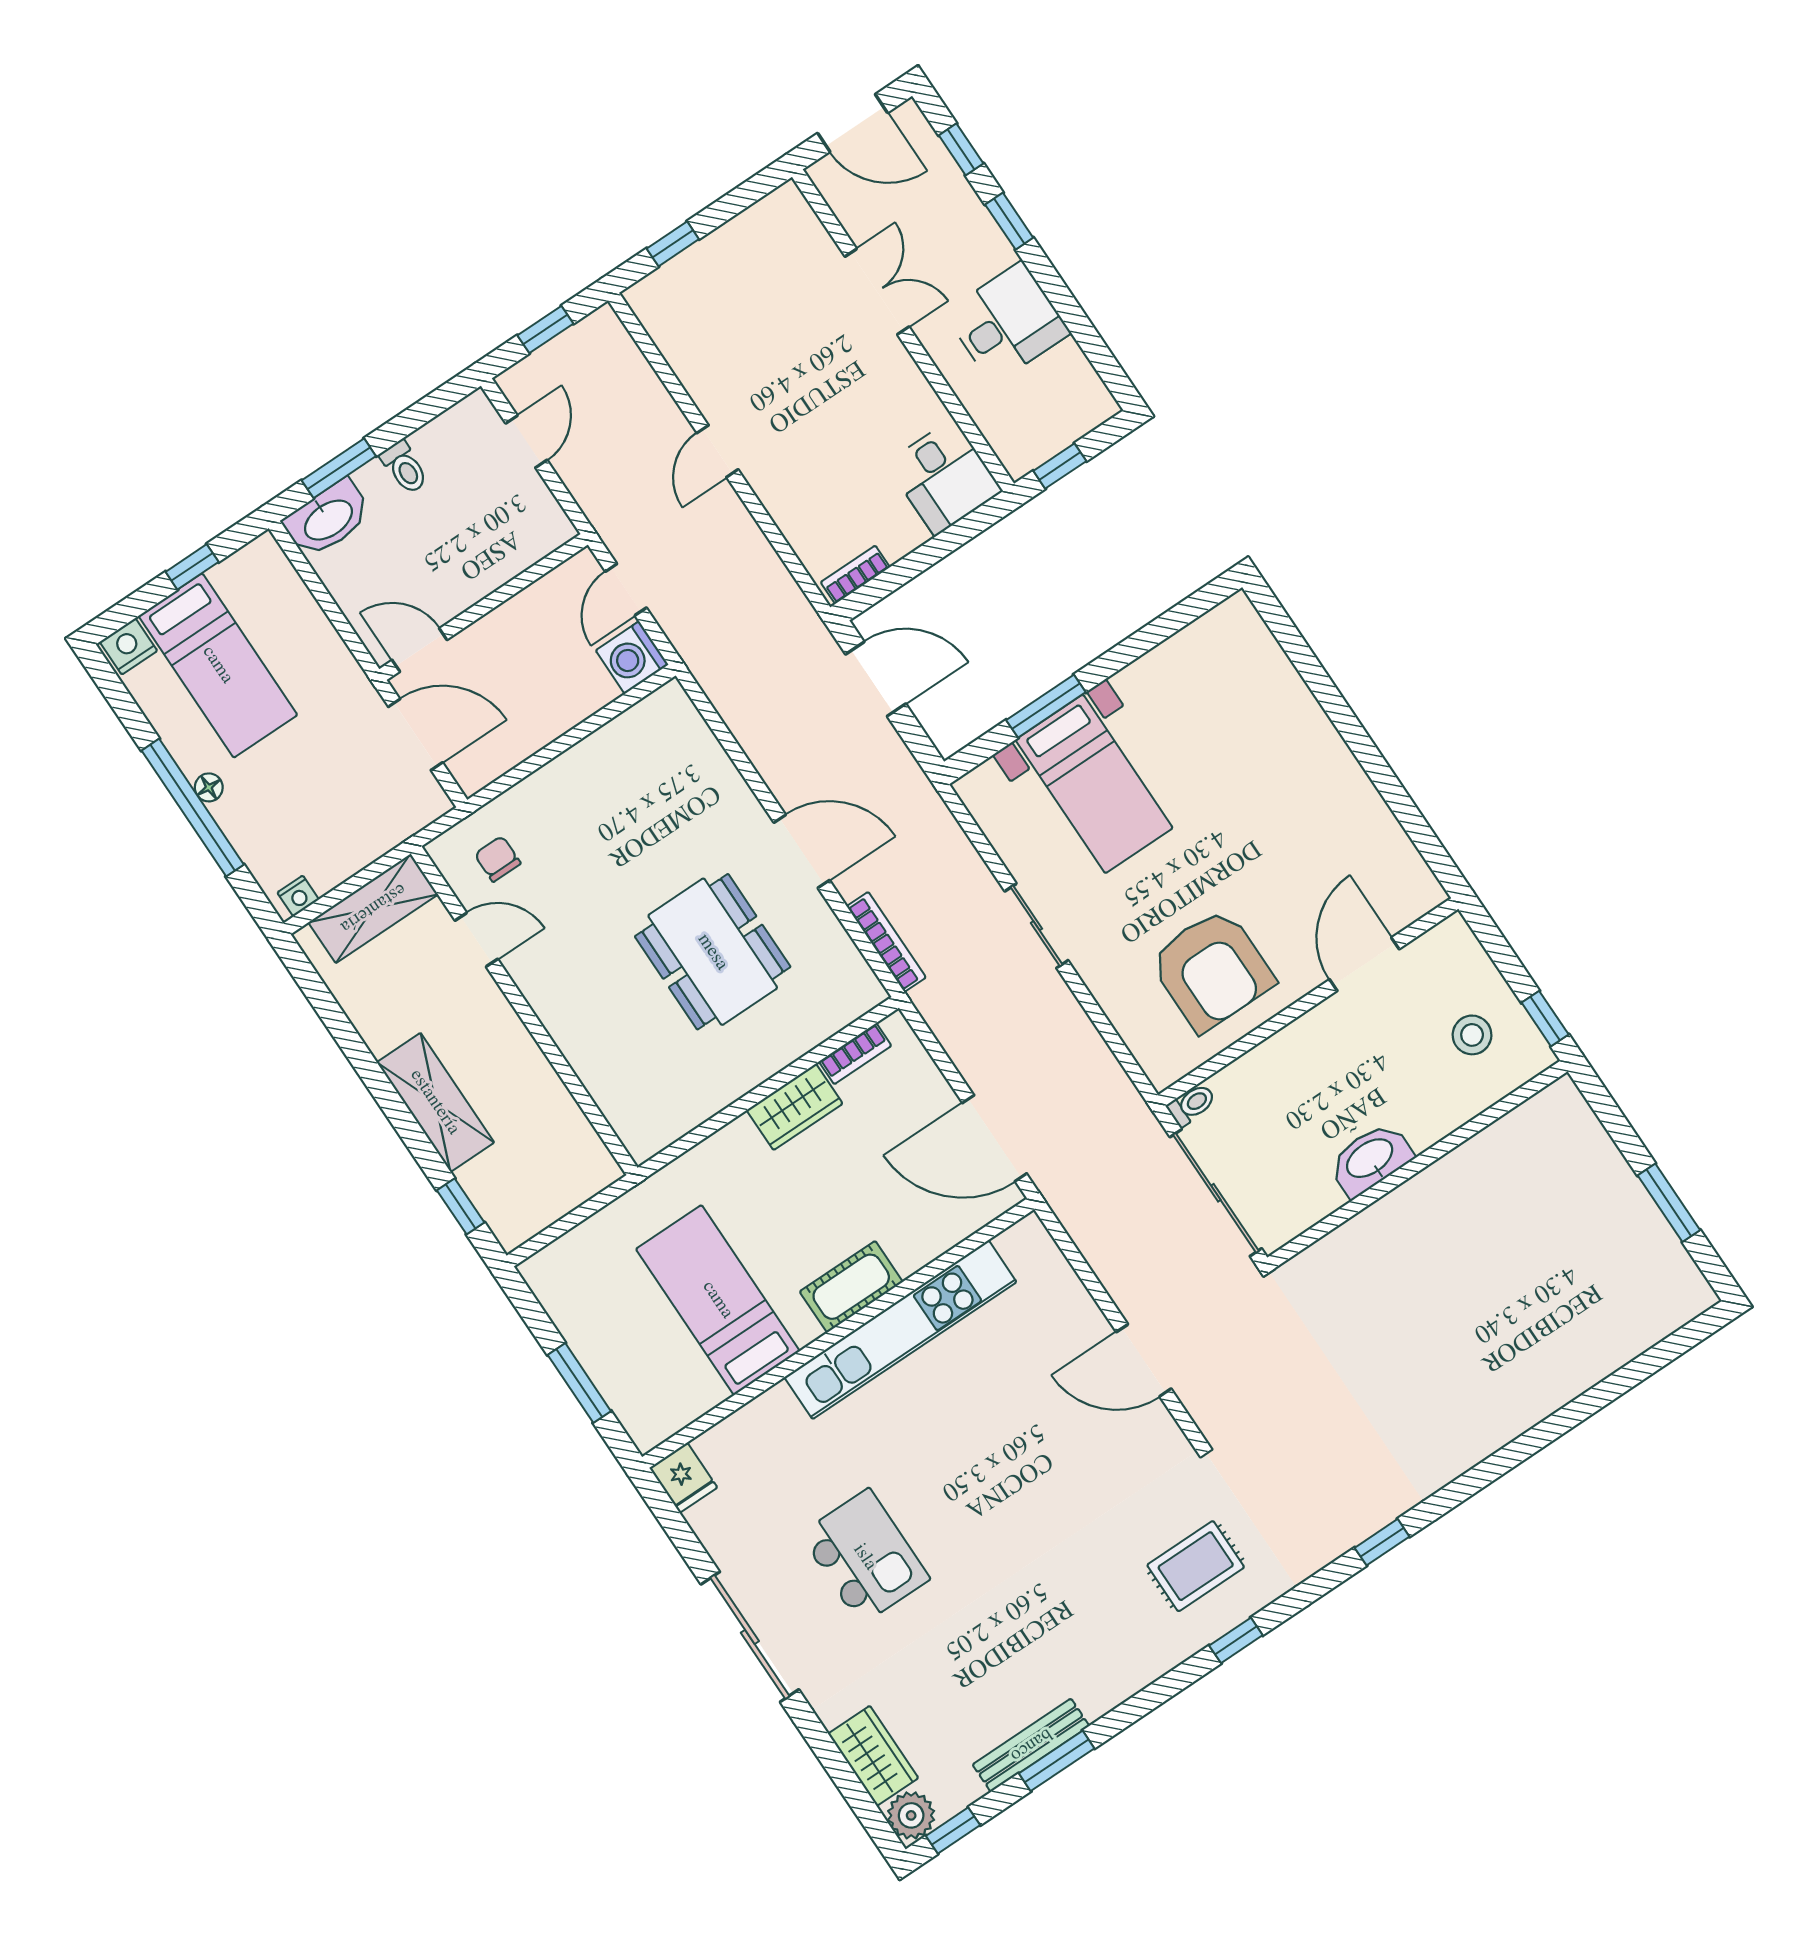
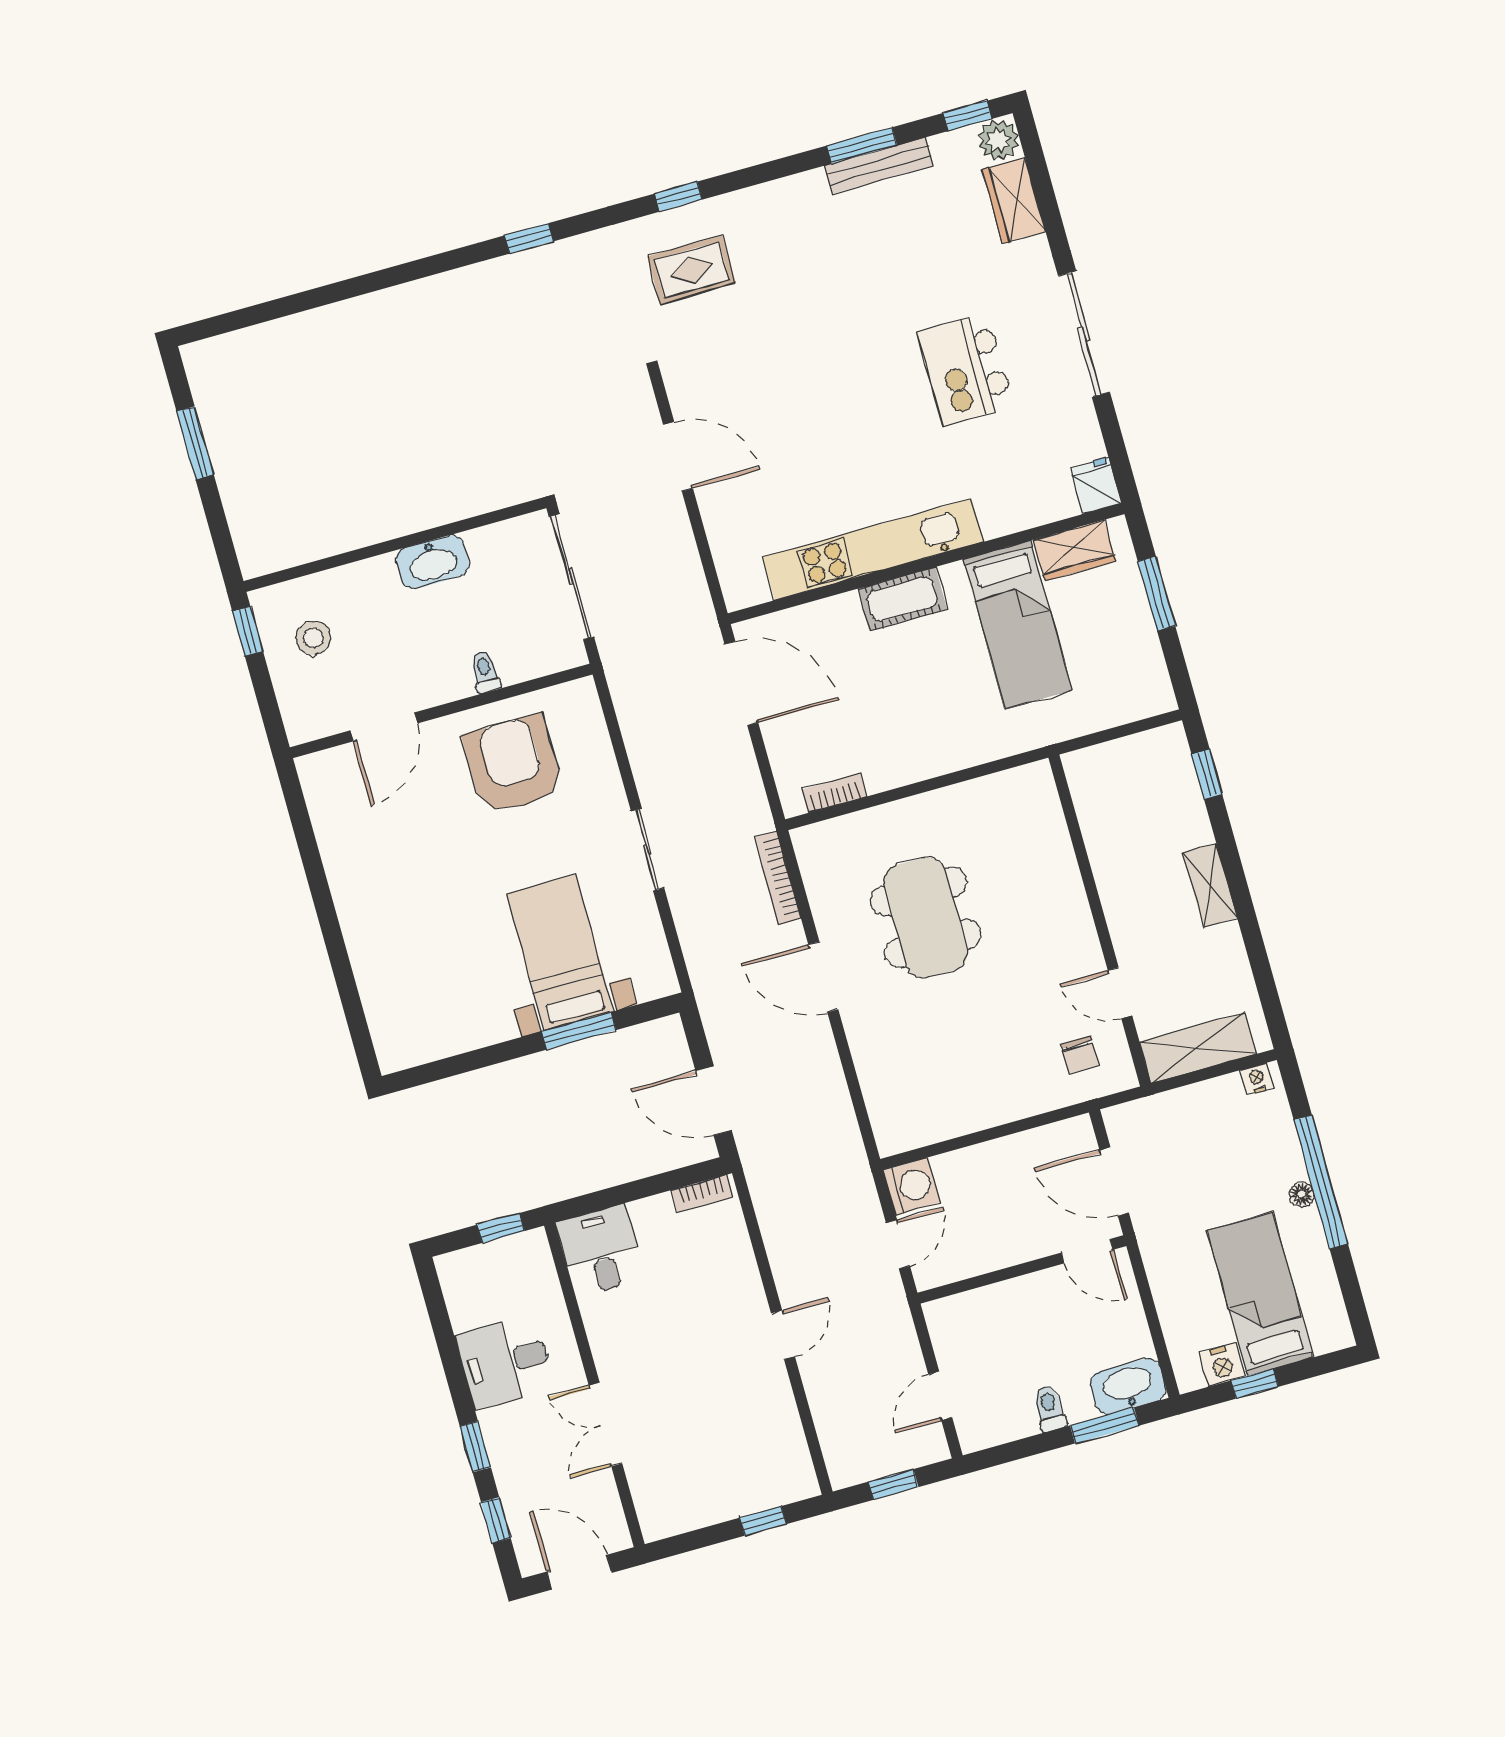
nightstand: (129, 646) -> (1222, 1365), moved
shelving: (435, 1102) -> (1210, 885), width x0.67, depth x0.75
toilet: (1192, 1105) -> (485, 672), moved, turned 90
wardrobe: (795, 1107) -> (1075, 550), moved, turned 180

